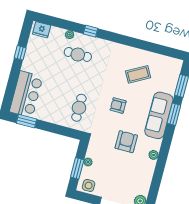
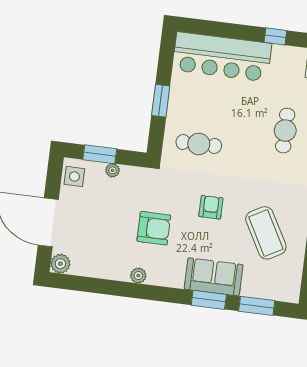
coffee table: (138, 74) -> (266, 233), width x1.36, depth x1.32
bar counter: (26, 94) -> (222, 57), width x1.36
sofa: (159, 115) -> (214, 277), width x0.73
window: (27, 121) -> (161, 101), moved

